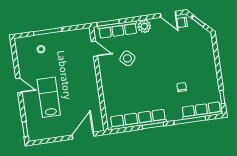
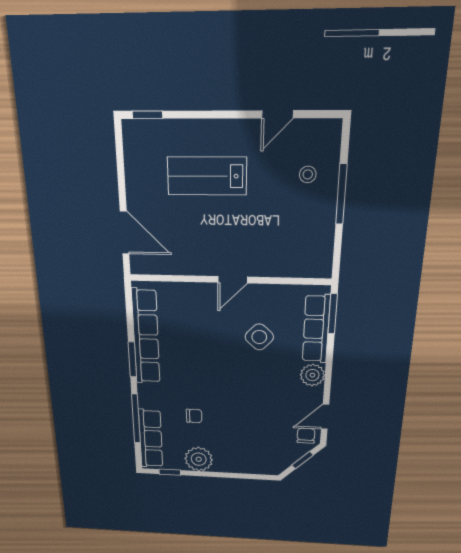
door: (94, 49) -> (233, 280), moved
plant: (210, 81) -> (199, 459), added
door: (19, 85) -> (278, 114), moved
lab bench: (49, 97) -> (207, 176), turned 180

